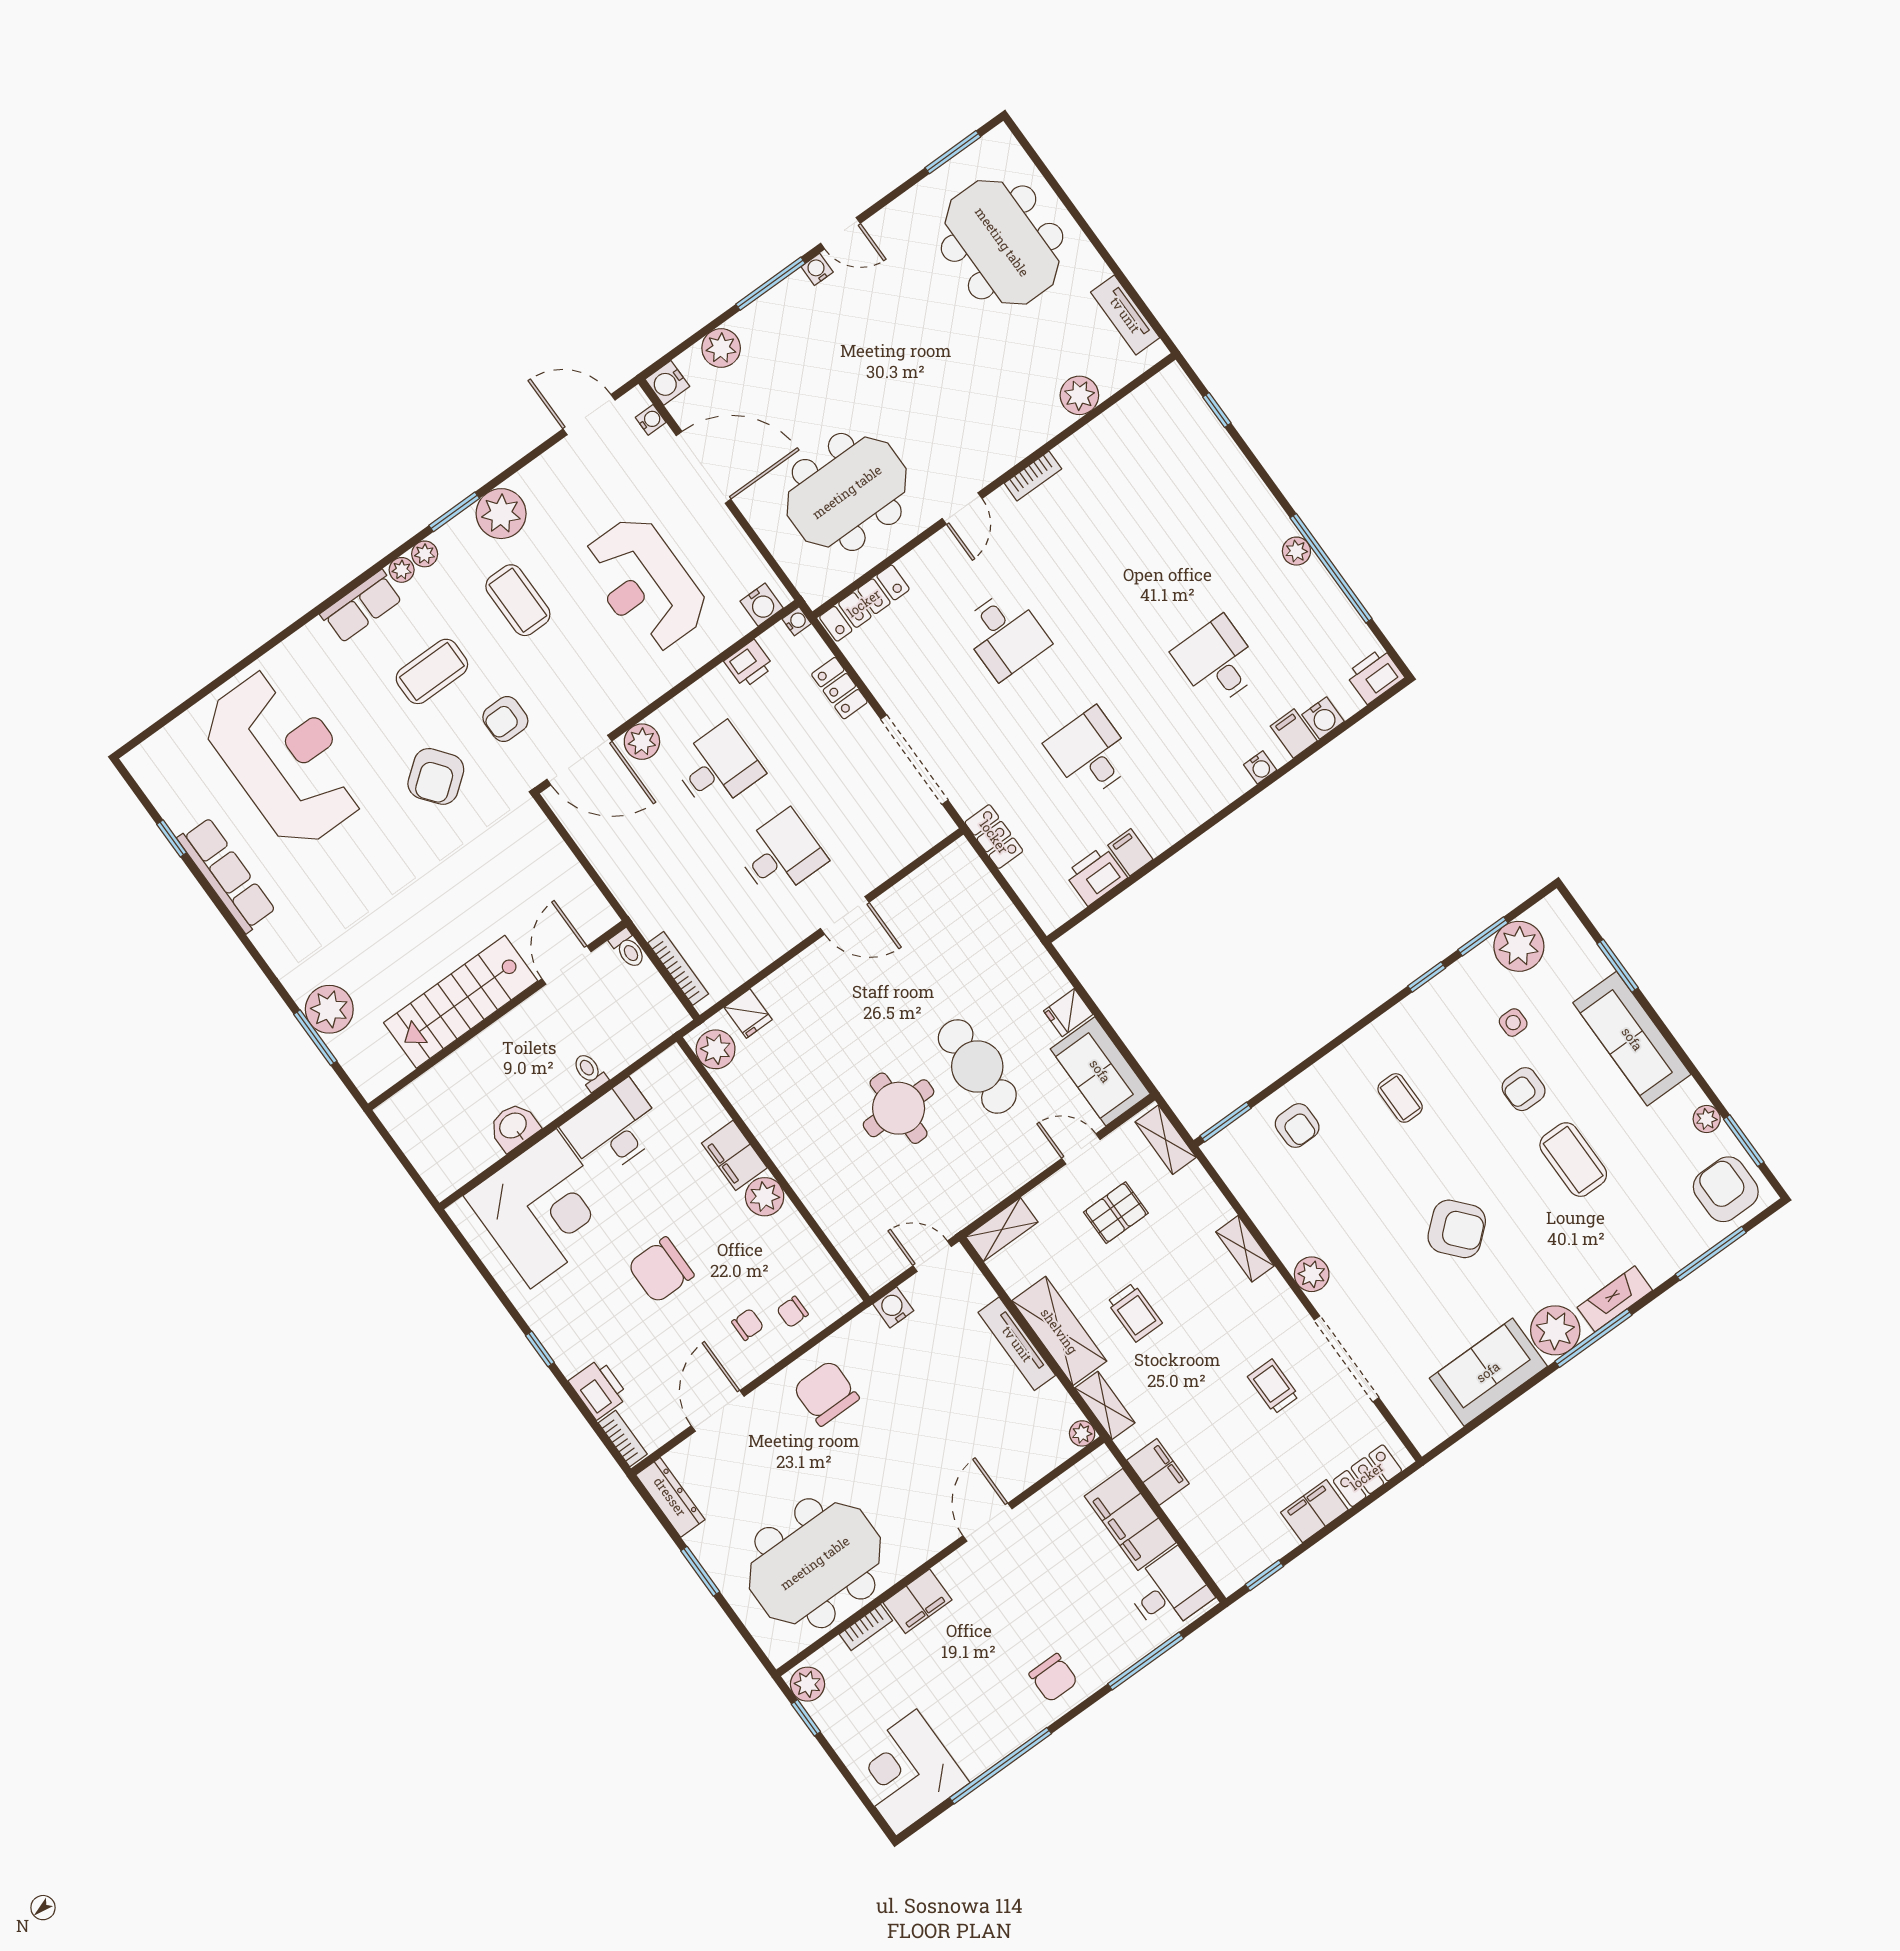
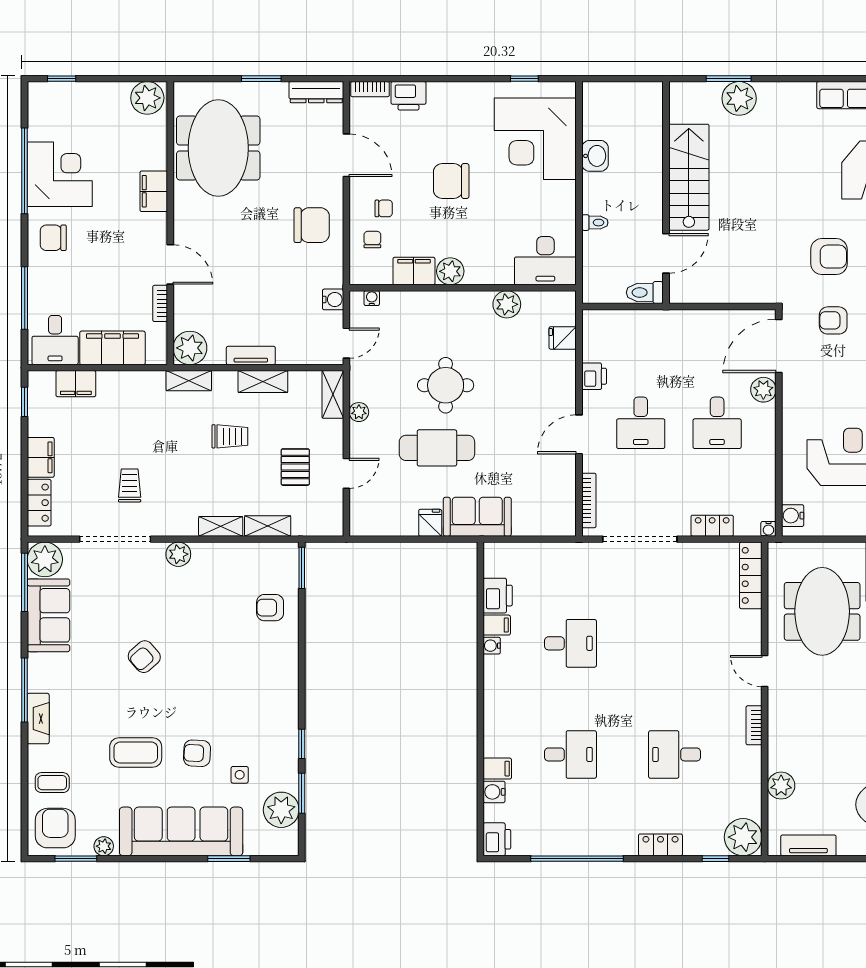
plant: (1296, 551) -> (743, 837), moved, width x1.87, depth x1.87
desk: (1005, 634) -> (675, 754), moved
printer: (749, 664) -> (594, 376), moved, turned 180
armchair: (505, 719) -> (833, 320), turned -90
water cooler: (1260, 767) -> (492, 646), moved
armchair: (436, 776) -> (829, 257), turned 128
locker: (994, 837) -> (660, 845), moved, turned 180
toilet: (628, 949) -> (645, 292), width x1.37, depth x1.39
door: (566, 965) -> (666, 253), hinge flipped
bookcase: (678, 968) -> (589, 500), moved, turned -90
sofa: (1632, 1039) -> (181, 831), width x1.36, depth x1.27
plant: (716, 1049) -> (507, 304), moved
sofa: (1100, 1071) -> (477, 517), moved
armchair: (1524, 1089) -> (197, 753), turned -87
coffee table: (1400, 1098) -> (52, 783), moved
desk: (614, 1129) -> (545, 261), moved, turned 90
shelving: (1166, 1140) -> (268, 526), moved
filing cabinet: (734, 1155) -> (414, 271), moved
plant: (1001, 1185) -> (359, 412), added
armchair: (1726, 1189) -> (55, 828), turned -90
armchair: (1457, 1229) -> (144, 657), width x0.72, depth x0.72
window: (1711, 1253) -> (25, 582), moved
water cooler: (860, 1264) -> (372, 298), added
chair: (661, 1270) -> (451, 181), turned -90
trolley: (1135, 1312) -> (230, 436), turned 180
chair: (748, 1324) -> (384, 208), turned -90
plant: (1555, 1330) -> (45, 559), moved
shelving: (1059, 1331) -> (263, 382), width x0.67, depth x0.75
tv unit: (1017, 1344) -> (251, 355), width x0.71
window: (540, 1349) -> (524, 79), moved
trolley: (1273, 1387) -> (130, 485), turned -90
plant: (1082, 1433) -> (190, 348), width x1.88, depth x1.88
filing cabinet: (1158, 1472) -> (76, 384), moved
bookcase: (866, 1627) -> (160, 303), moved
plant: (808, 1684) -> (147, 98), width x1.36, depth x1.36
window: (806, 1718) -> (62, 79), moved
corner desk: (906, 1772) -> (60, 174), moved

